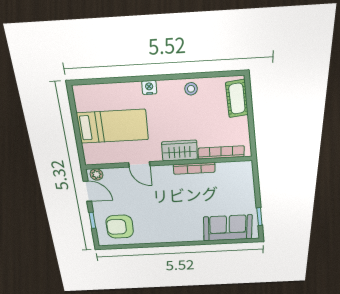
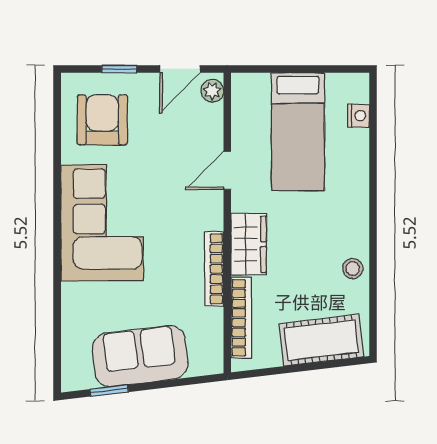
nightstand: (149, 87) -> (359, 116), moved
cot: (237, 99) -> (321, 340), width x1.37, depth x1.34
corner sofa: (172, 224) -> (102, 223), added
sofa: (228, 228) -> (140, 356), moved, turned -97

